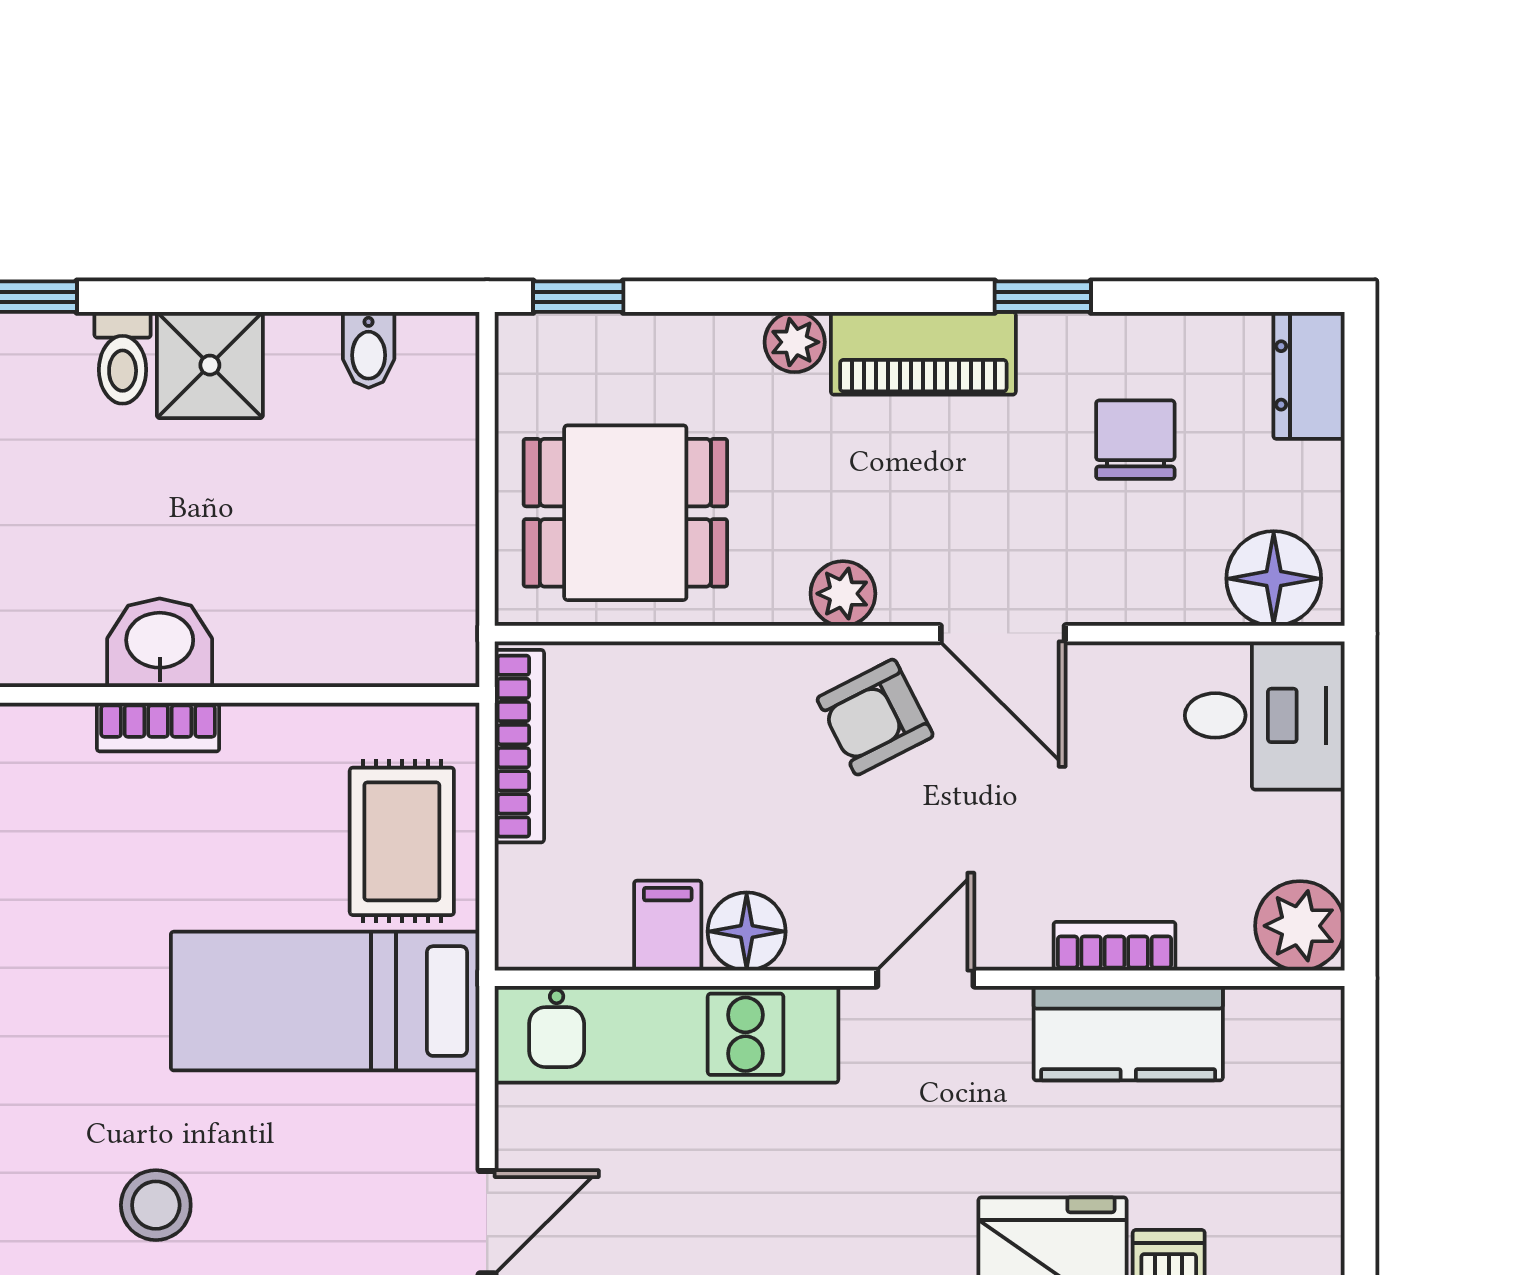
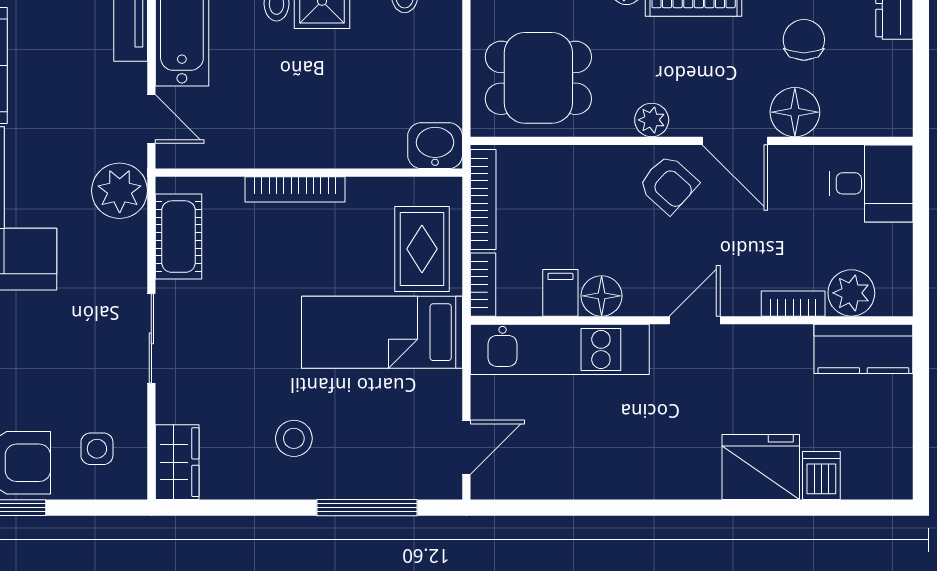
floor lamp: (1274, 579) -> (795, 112), moved
washbasin: (160, 643) -> (435, 146), moved
armchair: (875, 717) -> (668, 184), turned -111
bookcase: (158, 727) -> (295, 189), width x1.56
bookcase: (519, 910) -> (483, 285), added
plant: (1300, 926) -> (851, 293), moved
kitchen counter: (1128, 1033) -> (863, 349), moved

